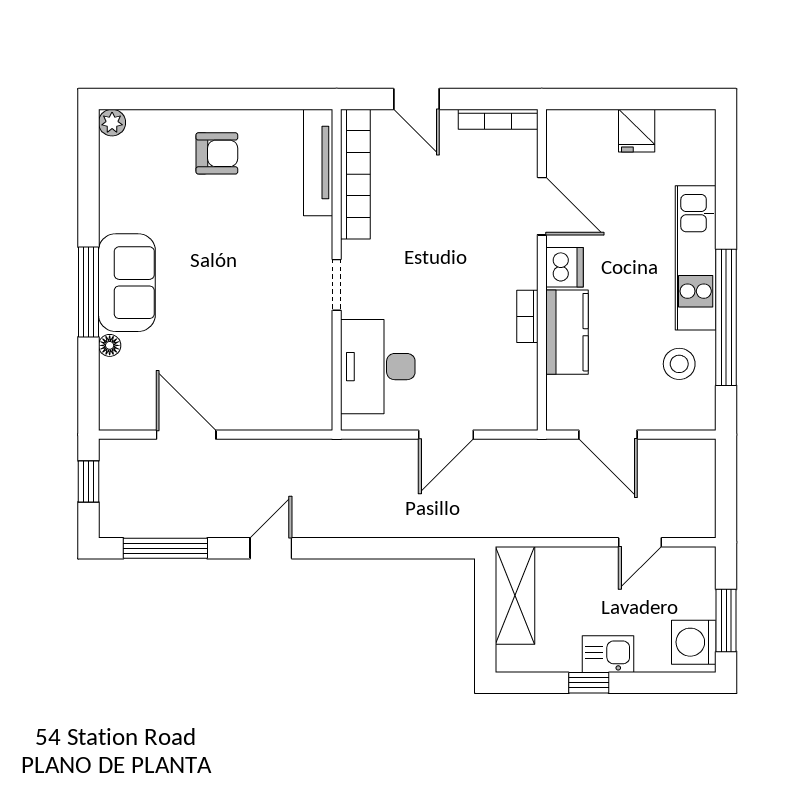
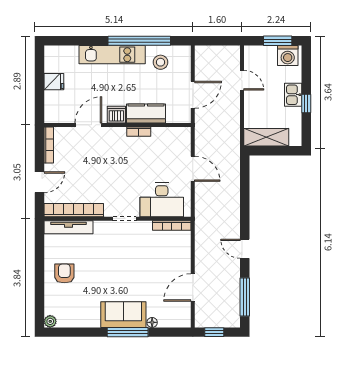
bookcase: (322, 389) -> (172, 225), added

